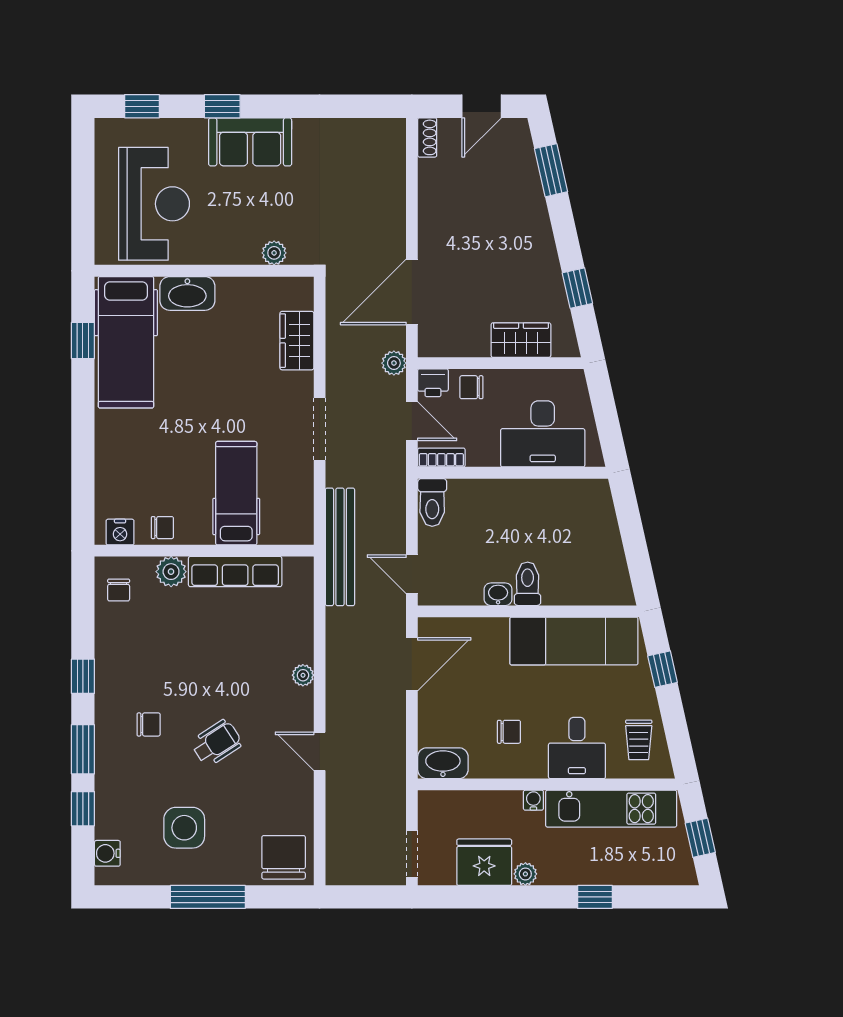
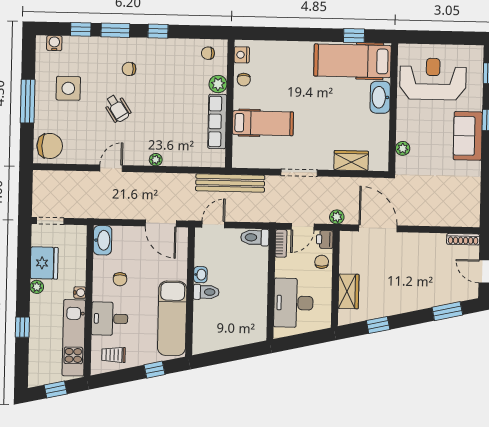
shoe rack: (427, 137) -> (463, 239), width x1.43
reception desk: (154, 204) -> (433, 79), turned 180
chair: (149, 724) -> (129, 69), turned 90

